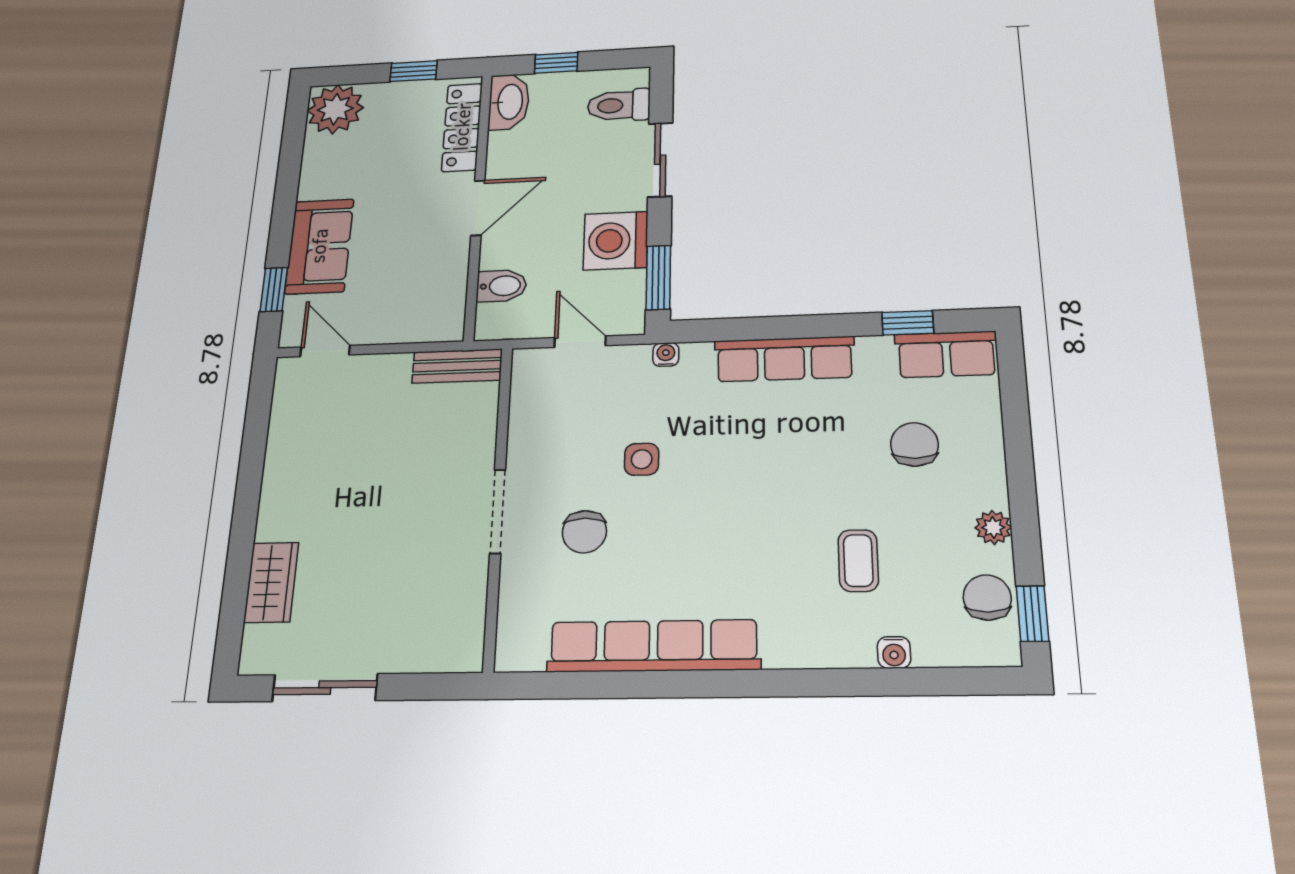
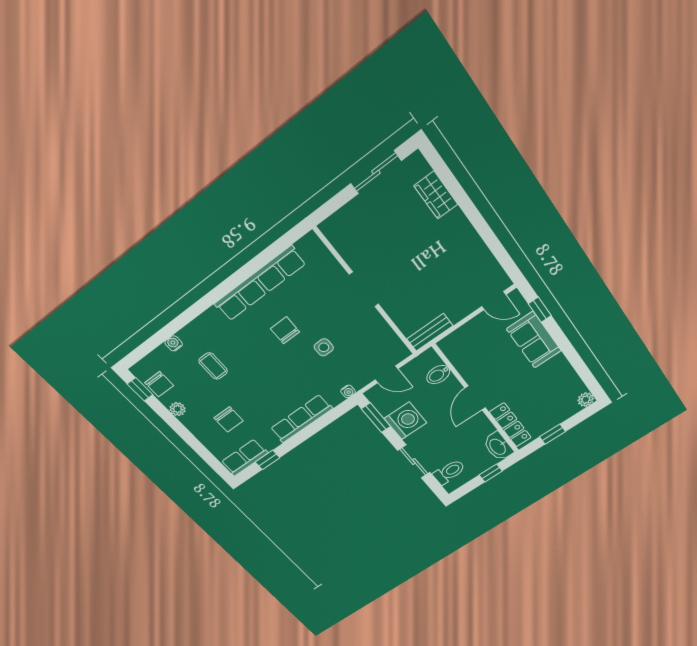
plant: (335, 109) -> (586, 399), width x0.53, depth x0.53
chair: (584, 532) -> (285, 330), moved

